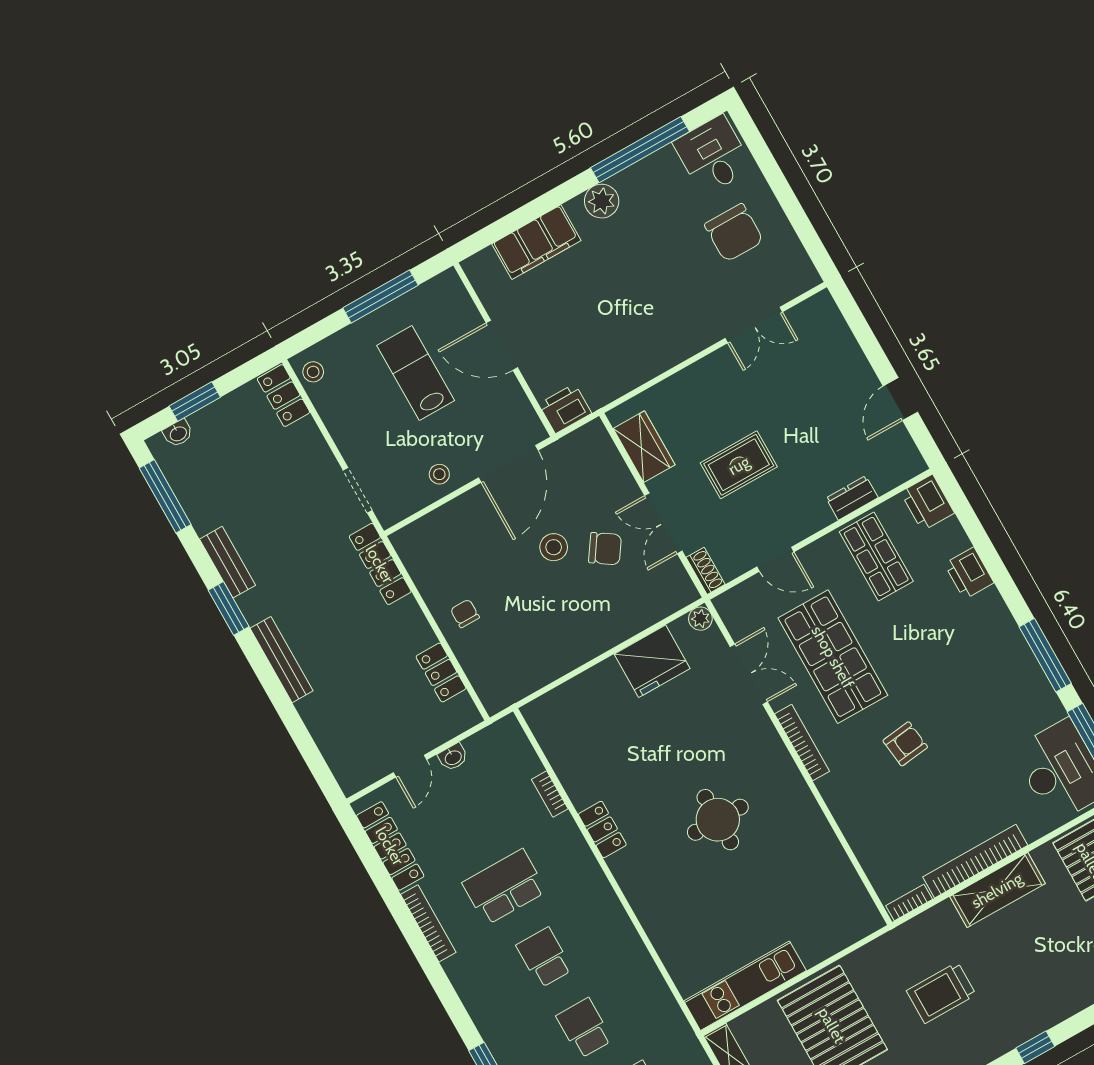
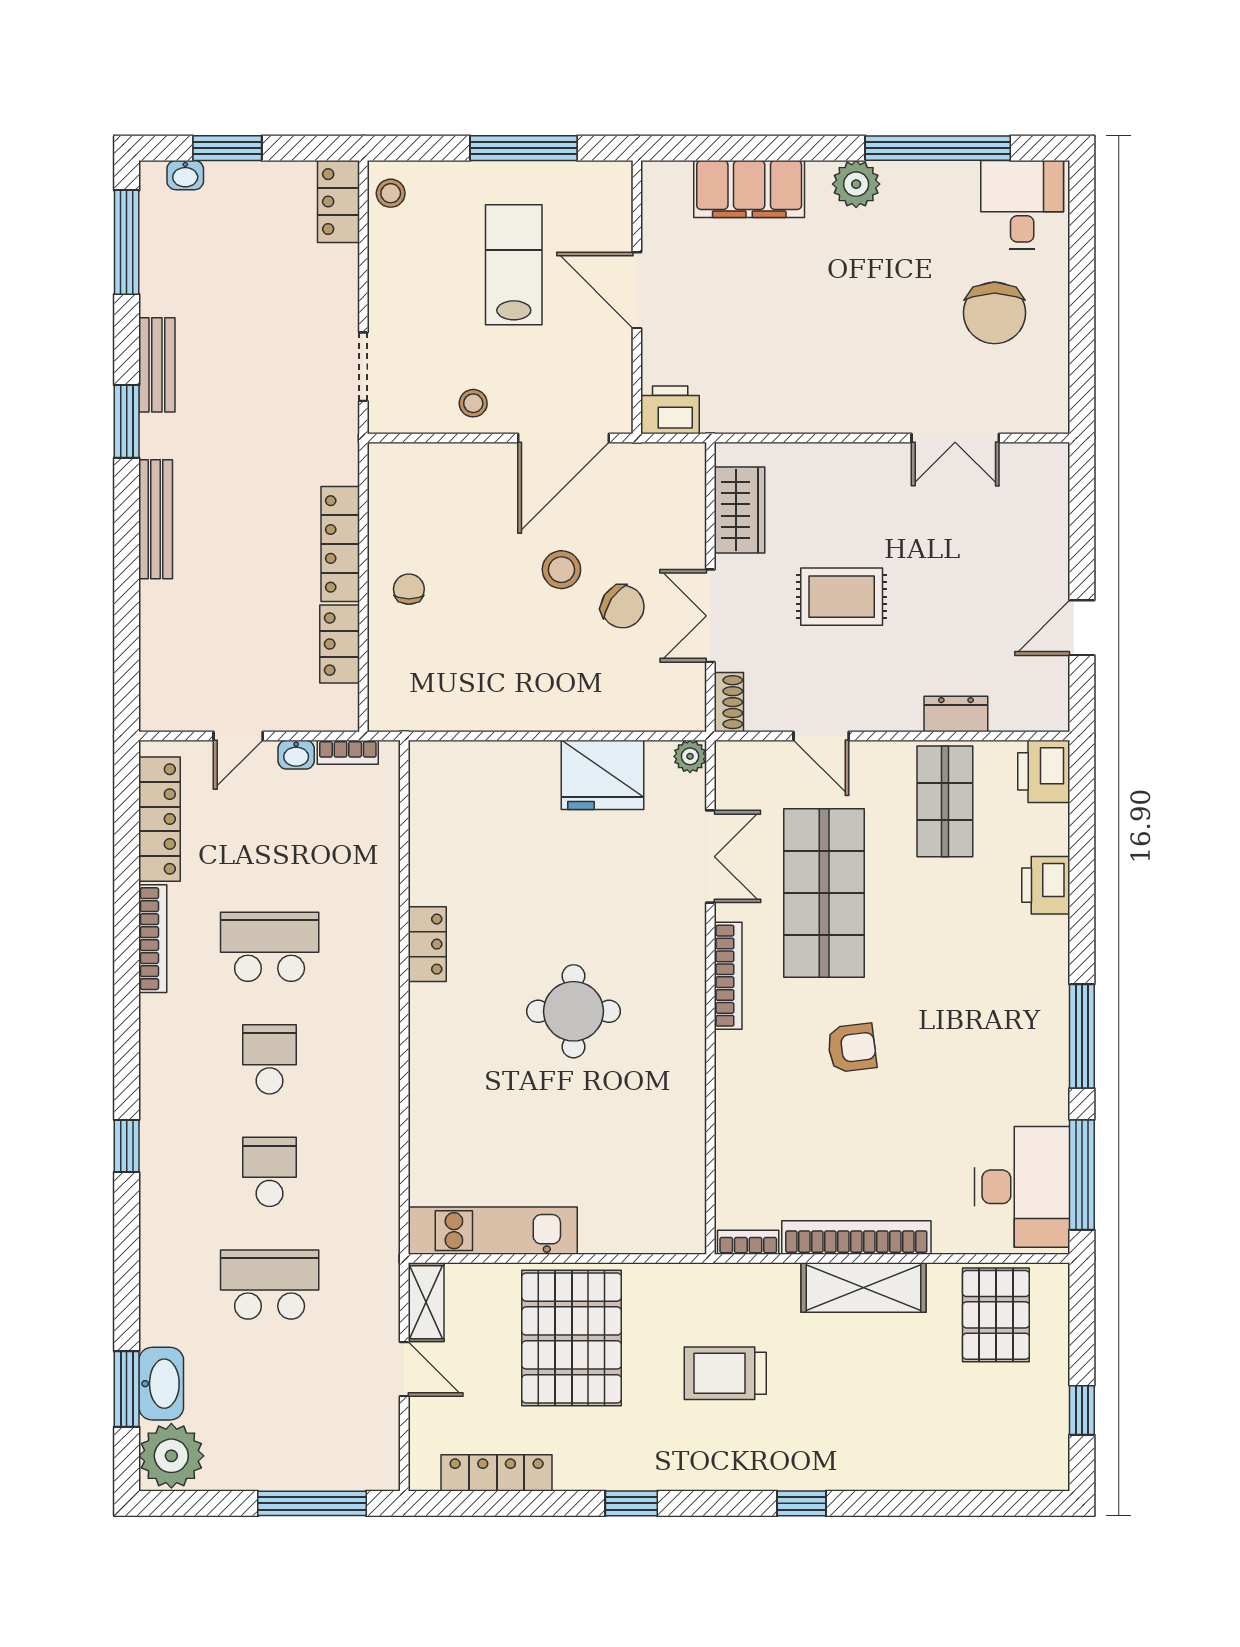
locker: (380, 564) -> (340, 544), moved
bookcase: (550, 794) -> (348, 752), moved, turned -90

